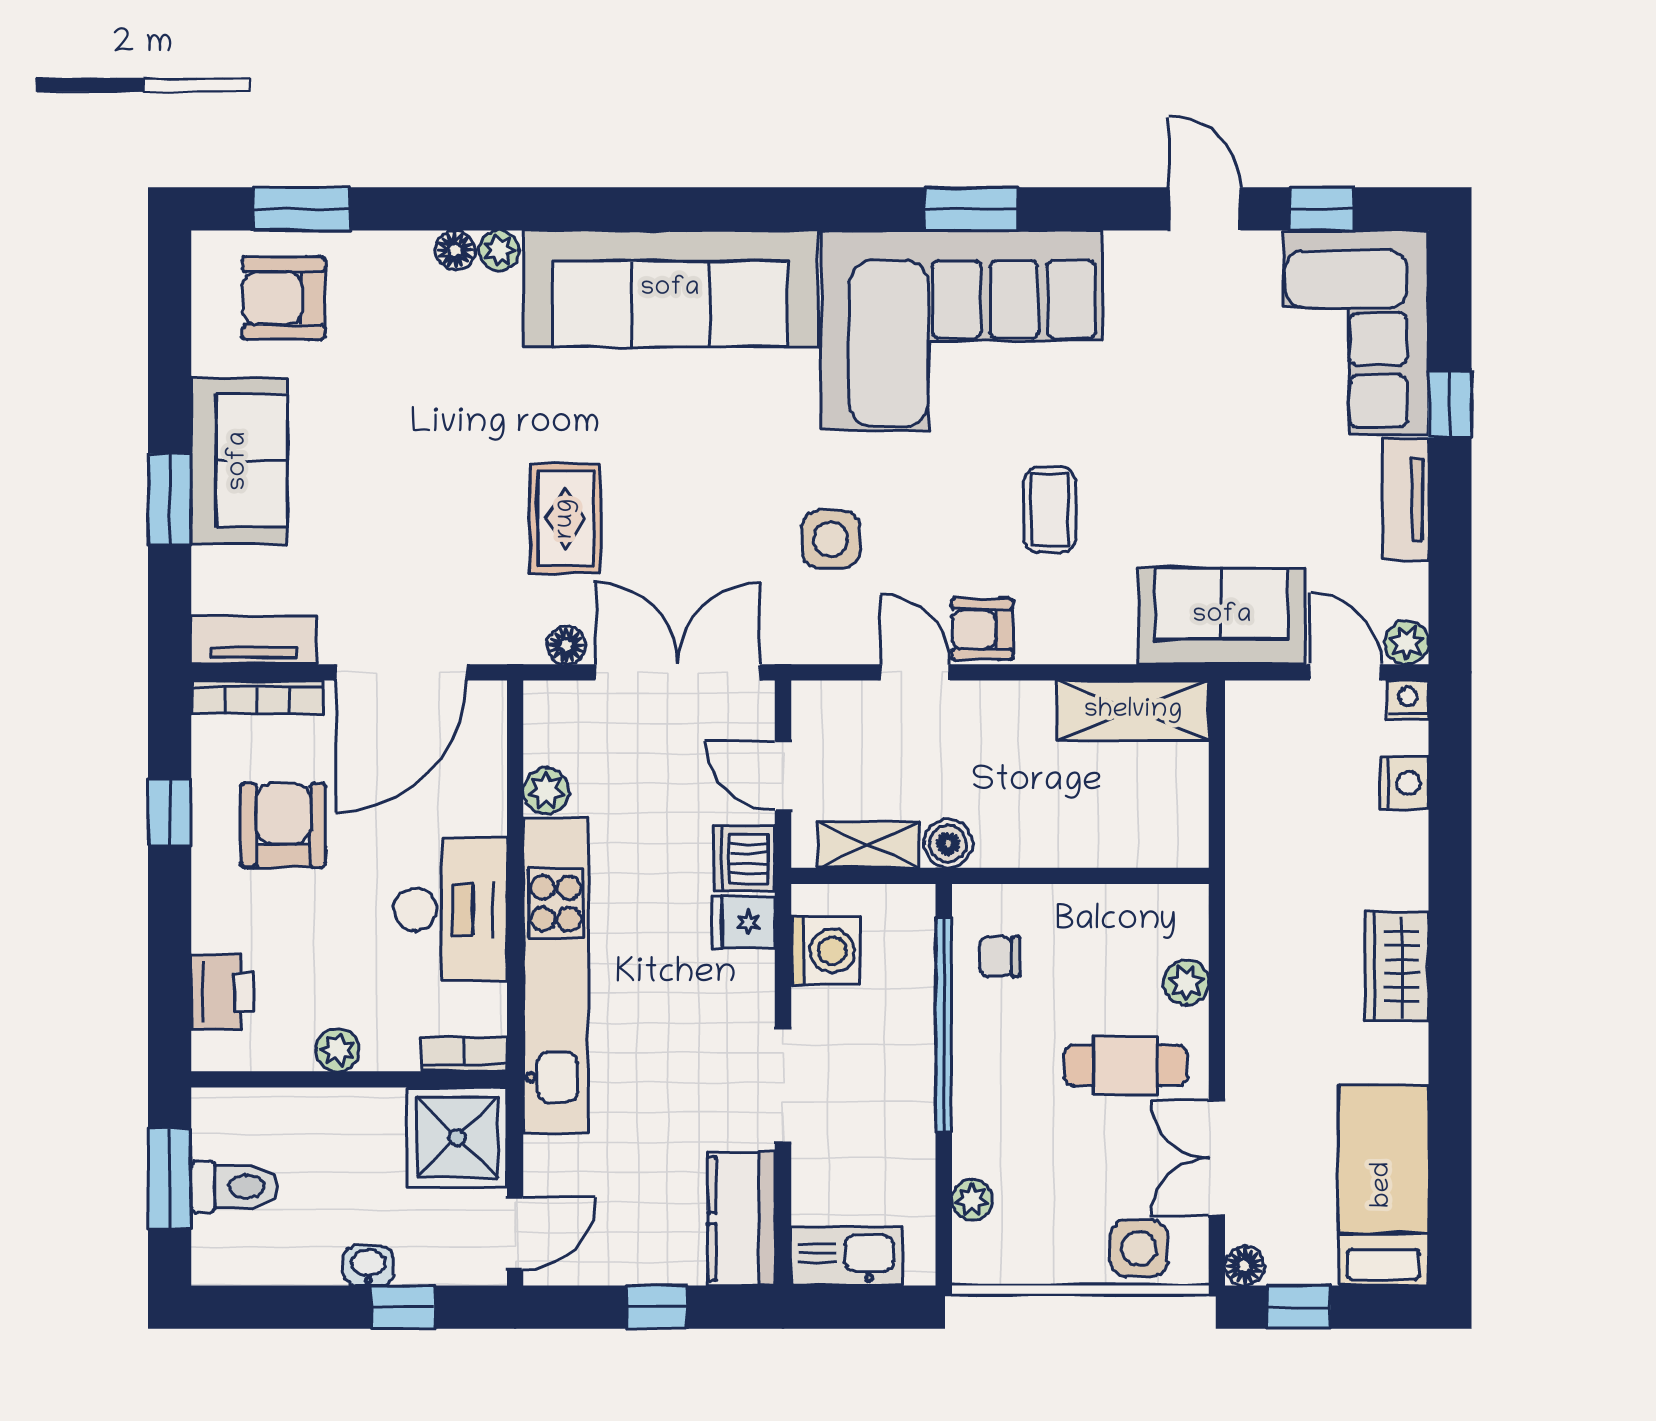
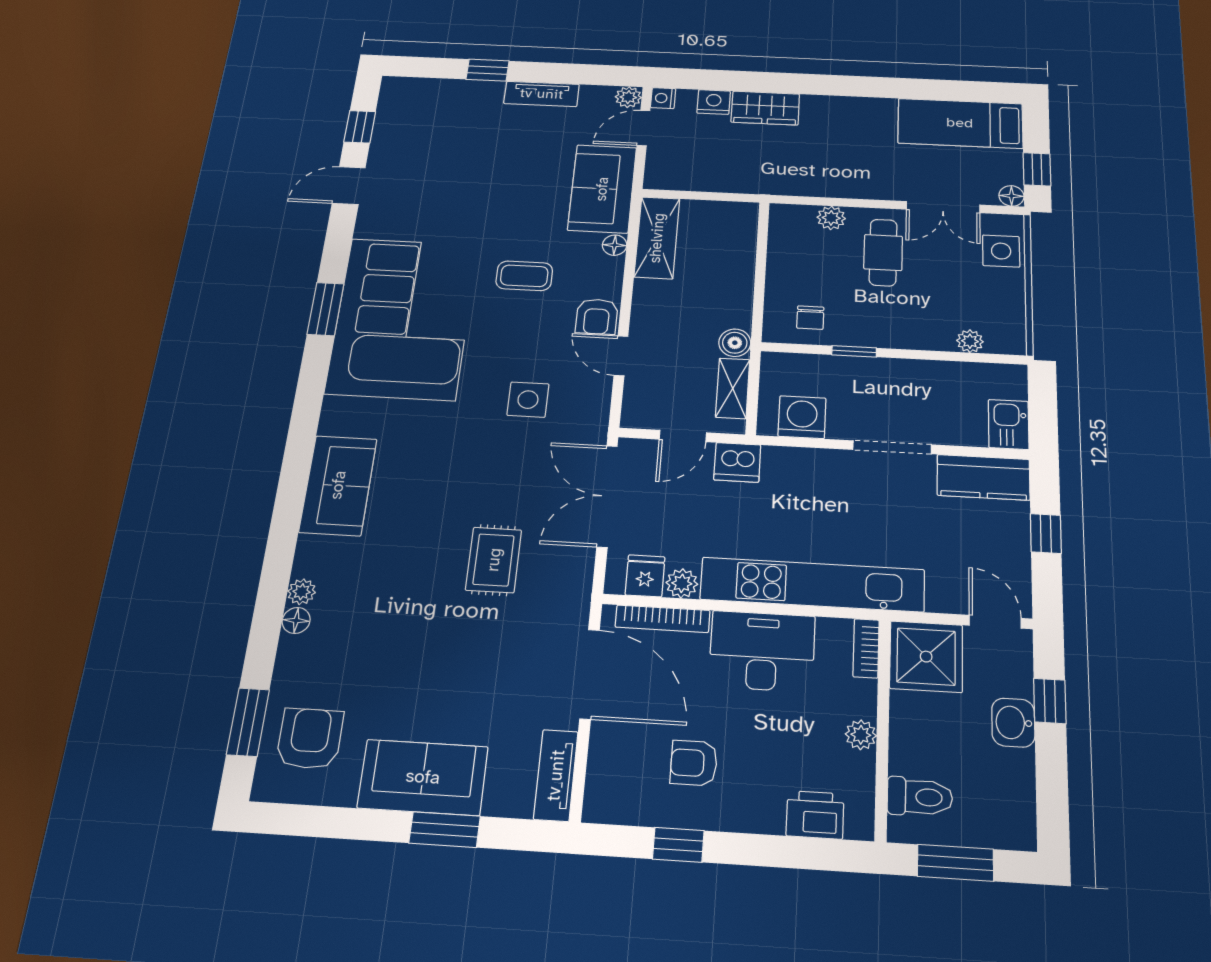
sofa: (670, 289) -> (338, 485), width x0.54, depth x0.79
armchair: (284, 298) -> (310, 738), turned 180
corner sofa: (1356, 332) -> (437, 114), removed
rug: (566, 519) -> (494, 560), turned 90
floor lamp: (566, 645) -> (615, 245), moved
door: (915, 672) -> (621, 356), hinge flipped
bookcase: (257, 697) -> (663, 619), moved, turned 90
armchair: (283, 825) -> (694, 763), width x0.72, depth x0.72
fridge: (744, 922) -> (645, 576), moved, turned 180
wardrobe: (1397, 966) -> (765, 108), moved
window: (944, 1025) -> (854, 351), width x0.32
toilet: (234, 1187) -> (920, 797), moved, turned 90
kitchen sink: (847, 1256) -> (1009, 424), width x0.73
washbasin: (368, 1266) -> (1013, 723), width x1.38, depth x1.45

